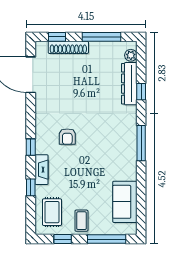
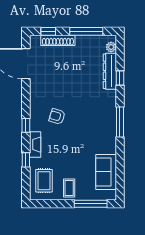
armchair: (67, 137) -> (57, 116), turned 107
window: (63, 239) -> (53, 204), removed

